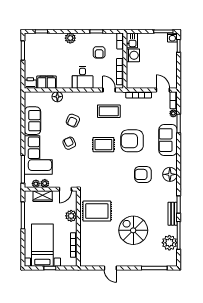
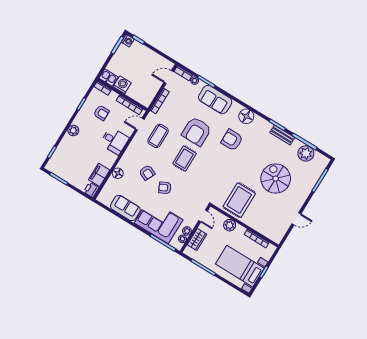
armchair: (143, 174) -> (232, 140), turned 90
spiral stairs: (133, 230) -> (276, 179), turned 90

